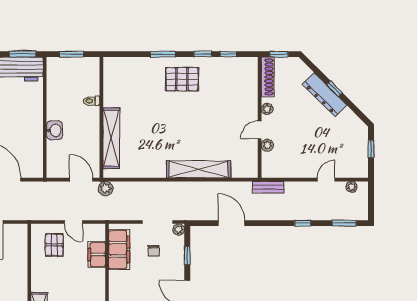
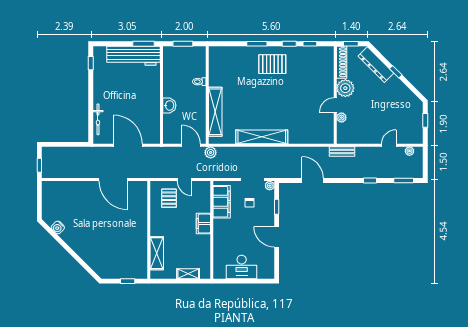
dresser: (325, 95) -> (376, 65), moved
plant: (267, 109) -> (345, 88), width x1.87, depth x1.87
shelving: (199, 169) -> (262, 137), moved
filing cabinet: (97, 254) -> (203, 224), moved

